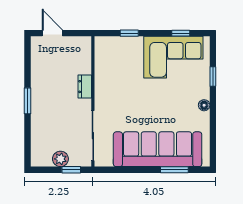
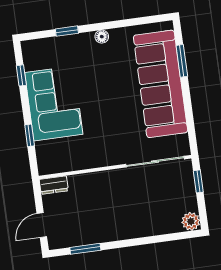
corner sofa: (173, 57) -> (54, 103), moved
dresser: (85, 87) -> (54, 185), moved
window: (27, 101) -> (85, 249), moved
plant: (60, 159) -> (191, 221), moved

